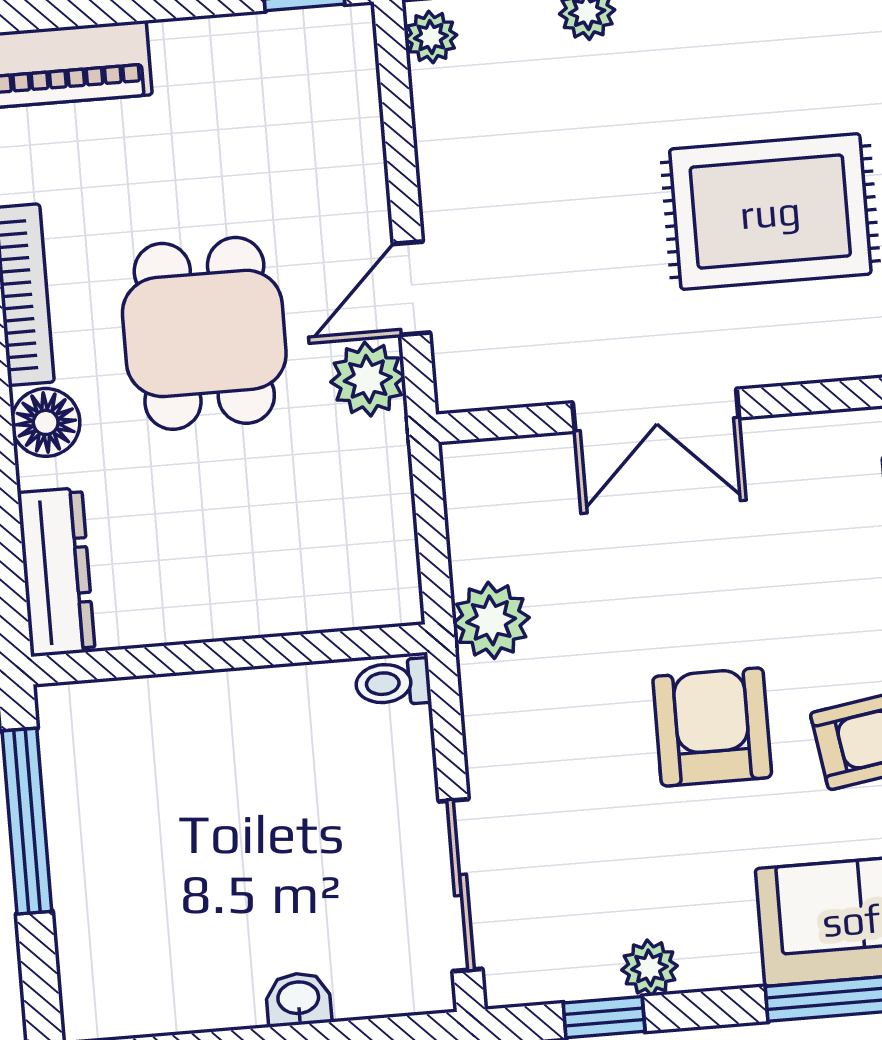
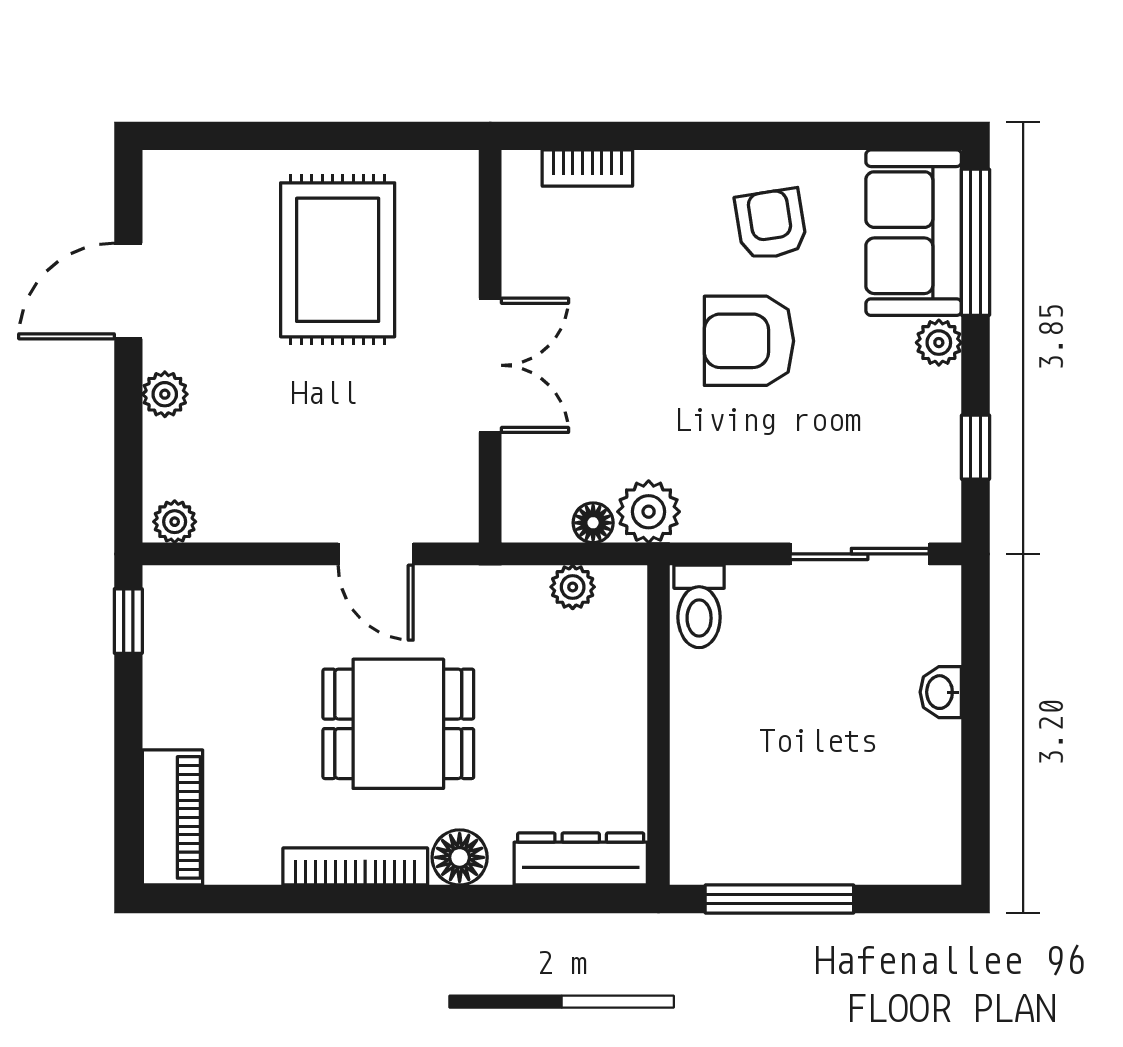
plant: (368, 379) -> (573, 587), moved, width x0.73, depth x0.73
floor lamp: (472, 553) -> (593, 523), added
toilet: (393, 683) -> (699, 606), width x1.37, depth x1.39
plant: (649, 968) -> (939, 343), moved

